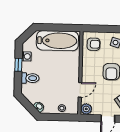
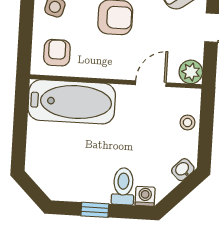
bathtub: (57, 41) -> (72, 102), moved, turned 90
washing machine: (26, 56) -> (145, 196), moved
door: (80, 90) -> (151, 84), hinge flipped

